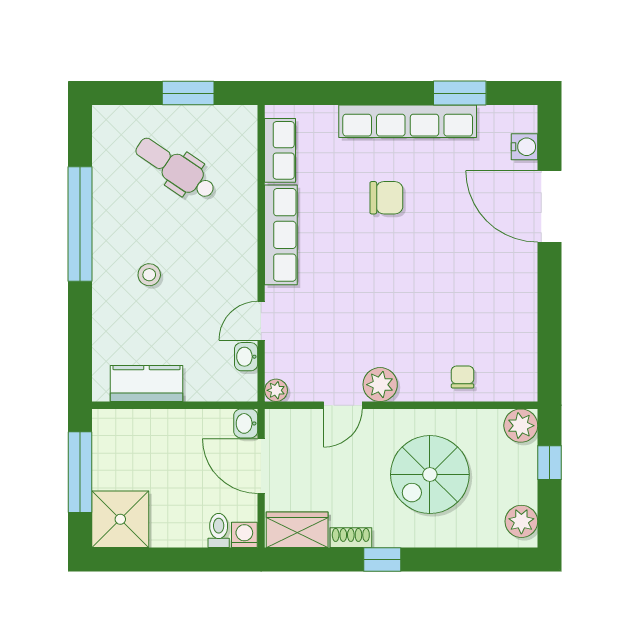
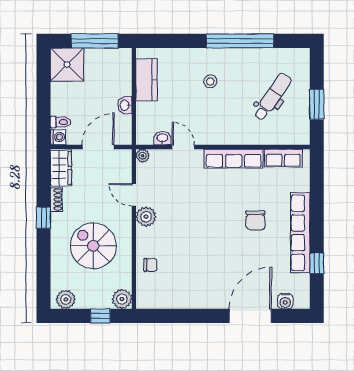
window: (460, 93) -> (317, 263), width x0.67
washbasin: (246, 423) -> (125, 105), moved, turned -90

